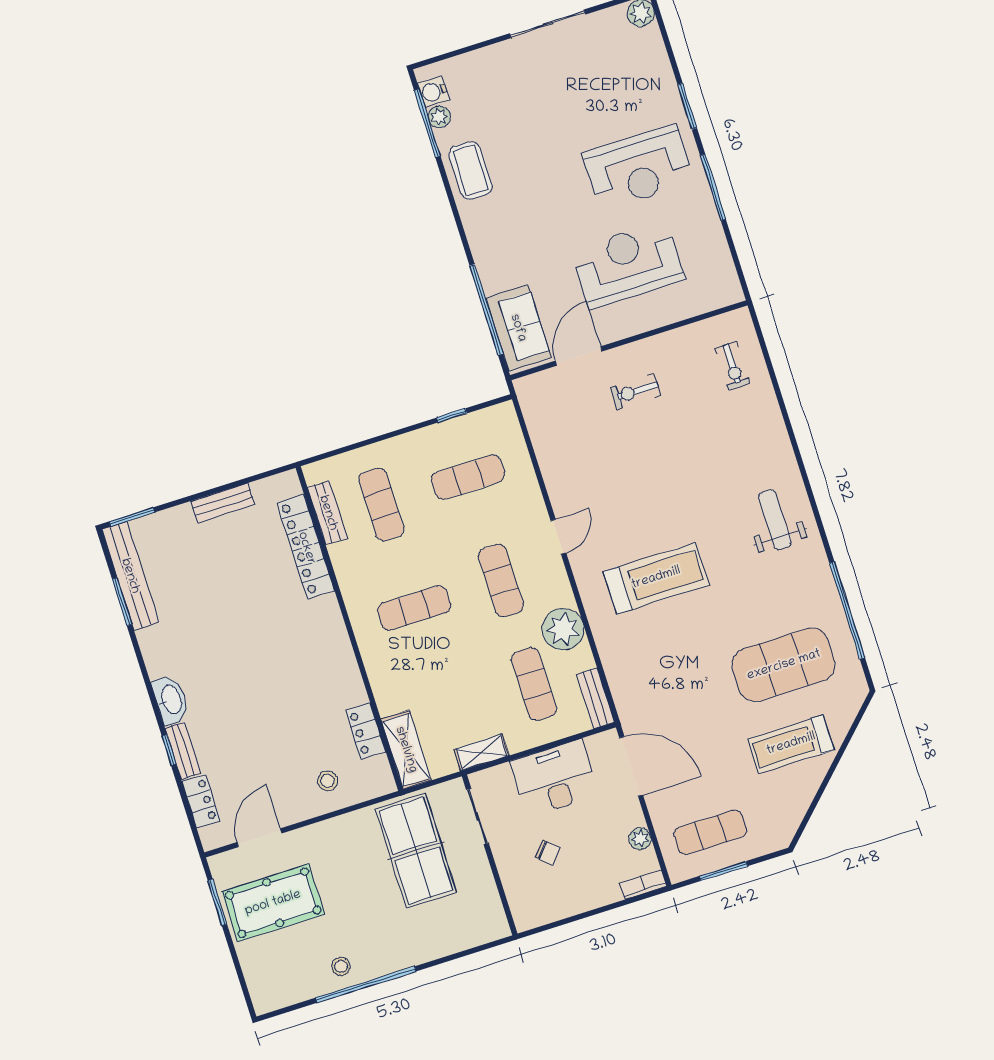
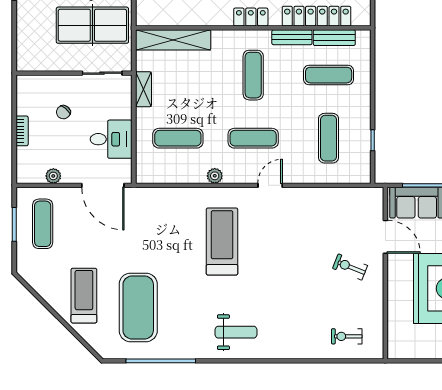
exercise bike: (636, 391) -> (350, 267), turned -68
door: (558, 537) -> (270, 185), swing flipped
treadmill: (656, 578) -> (222, 241), turned 180
plant: (563, 629) -> (215, 176), width x0.53, depth x0.53
bench: (595, 698) -> (292, 37), moved
locker: (366, 731) -> (251, 17), moved
shelving: (406, 750) -> (173, 40), width x1.47
door: (631, 766) -> (103, 185), hinge flipped
desk: (554, 778) -> (111, 139), width x0.73
bookcase: (643, 885) -> (22, 131), moved

